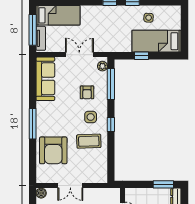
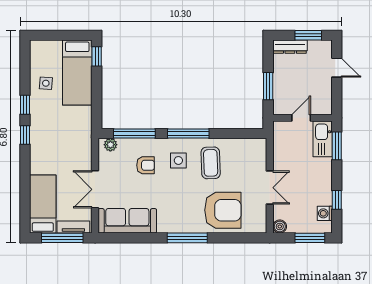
double door: (79, 55) -> (95, 189), moved
window: (141, 56) -> (97, 56), moved
window: (111, 124) -> (188, 133), width x2.17
window: (163, 184) -> (268, 86), moved

